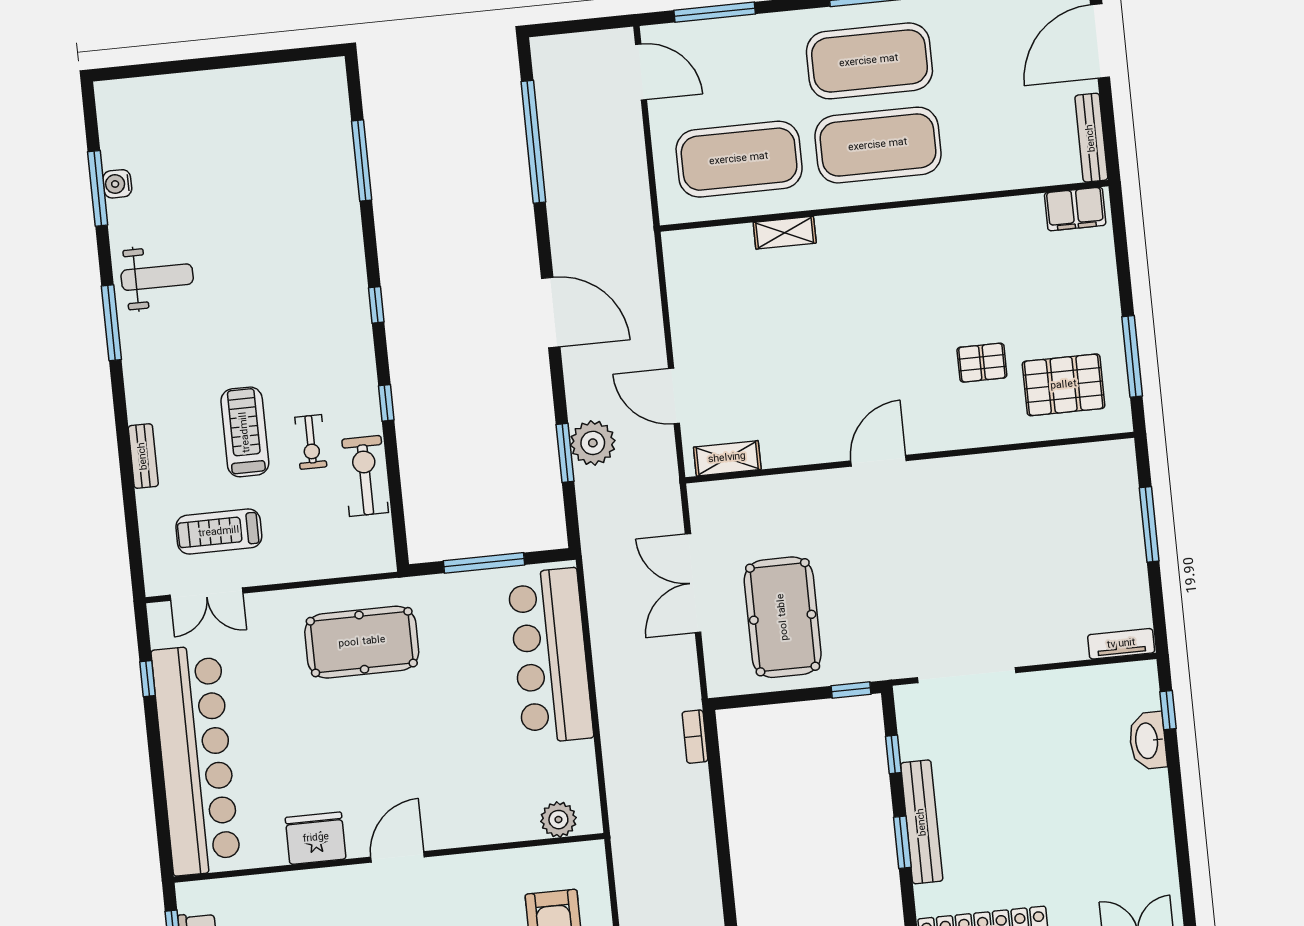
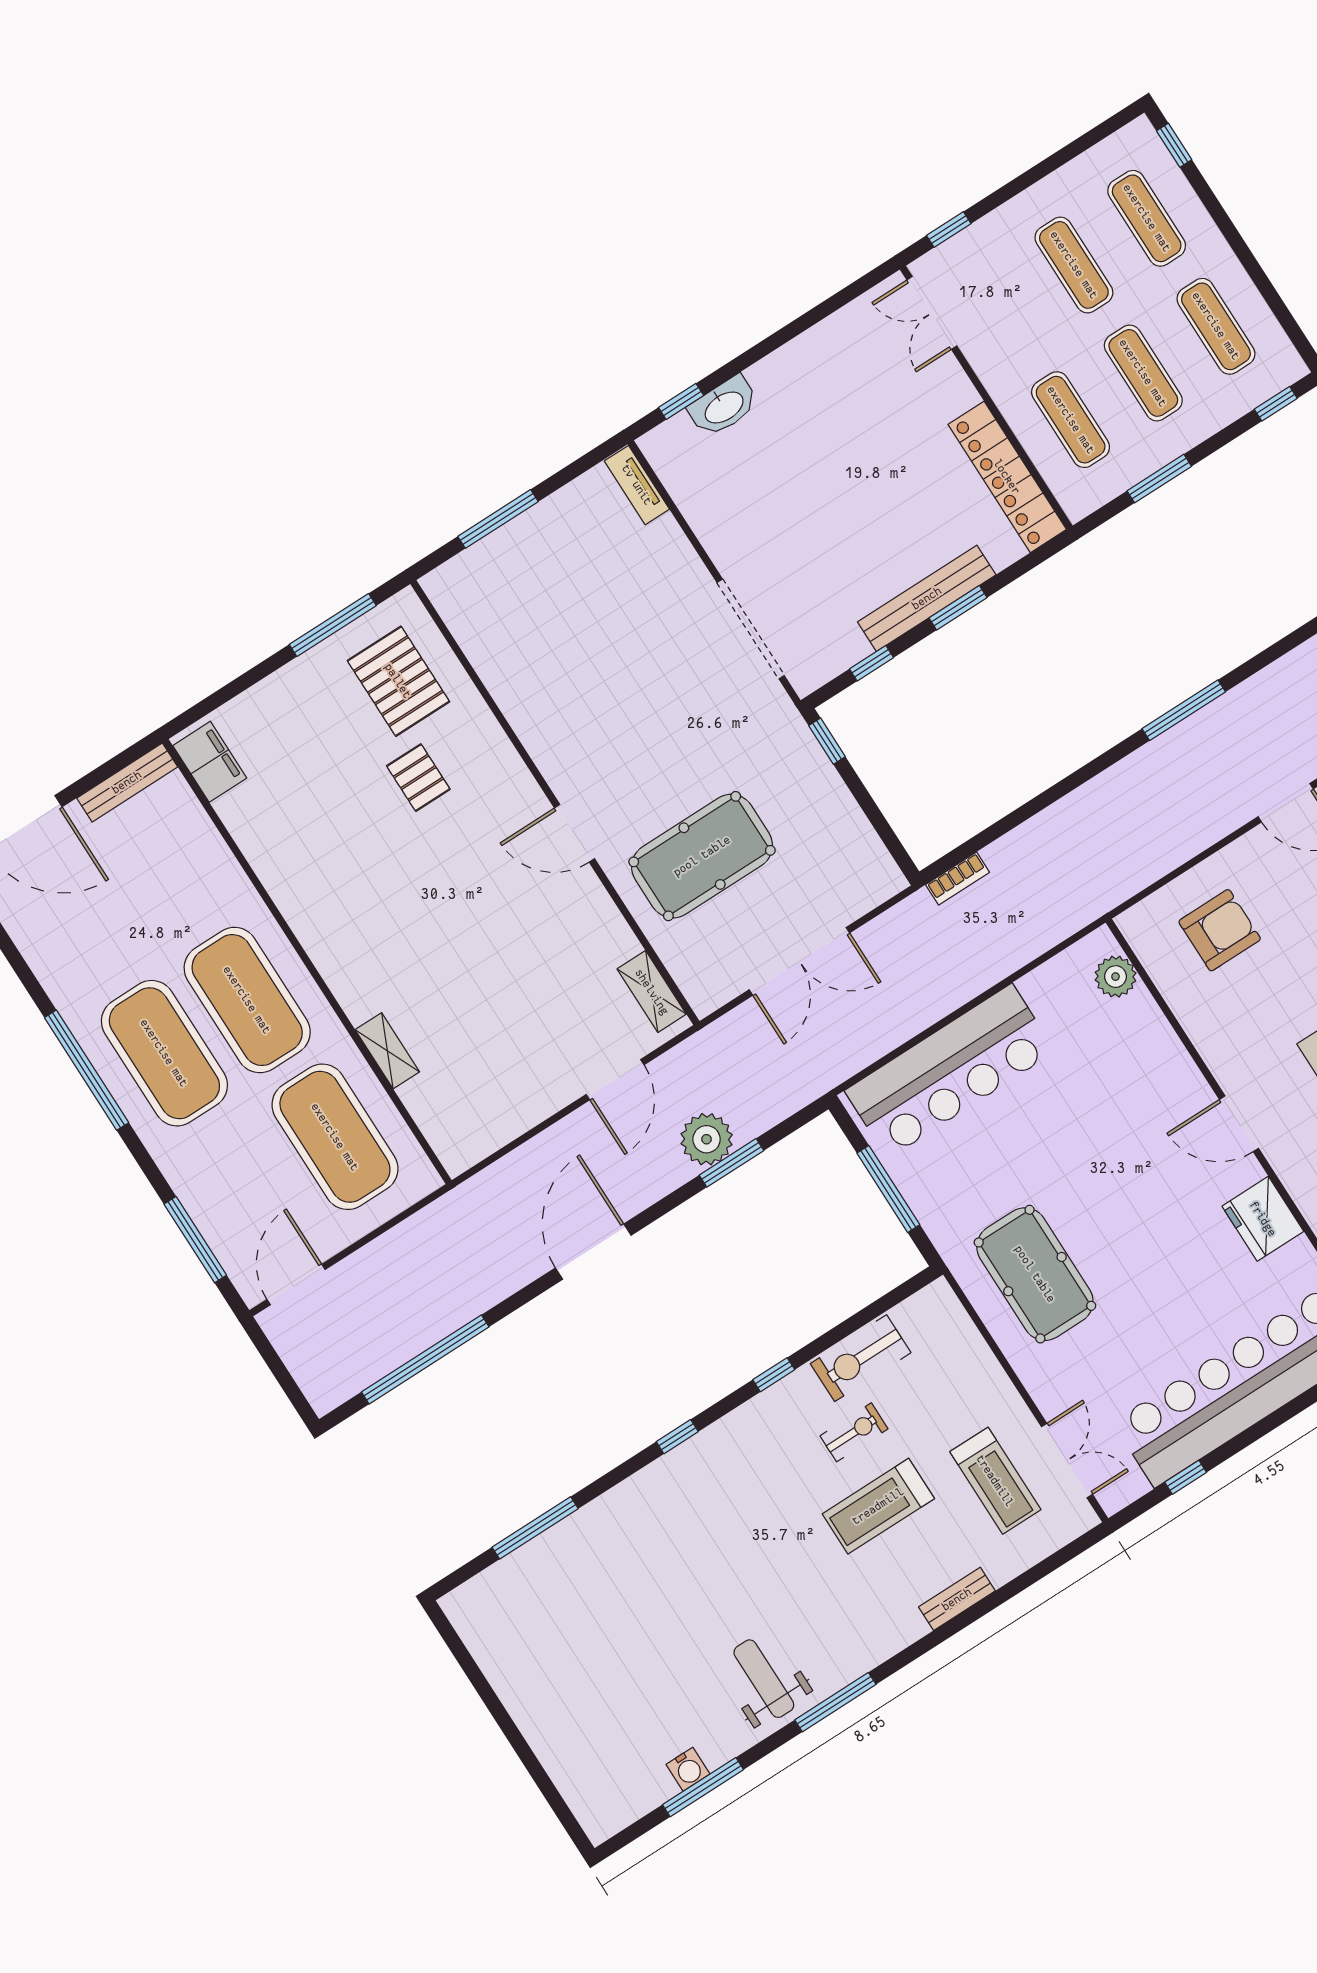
pool table: (783, 617) -> (702, 856), moved

